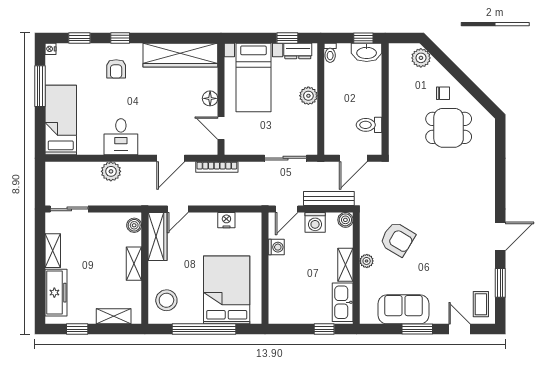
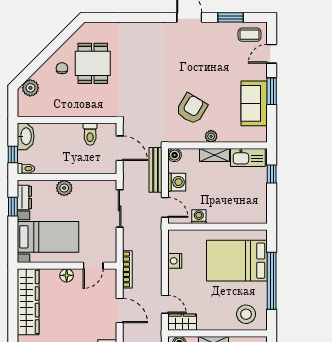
window: (363, 38) -> (13, 155), moved
wardrobe: (158, 236) -> (182, 322), width x0.67

